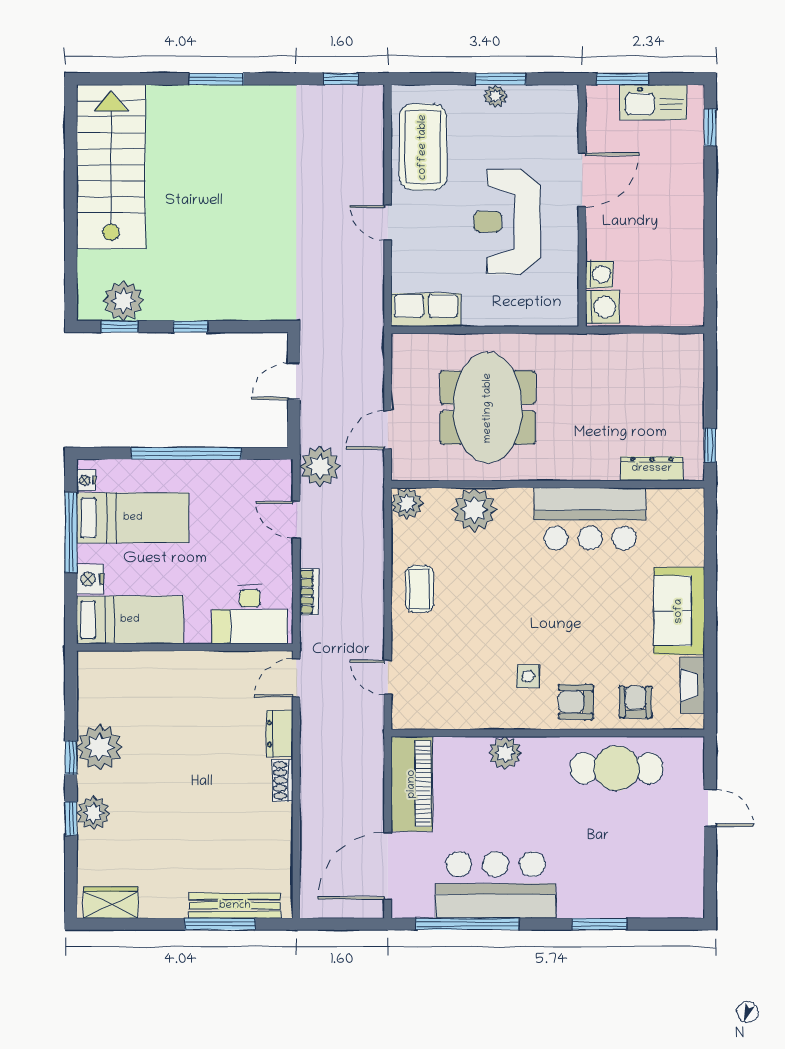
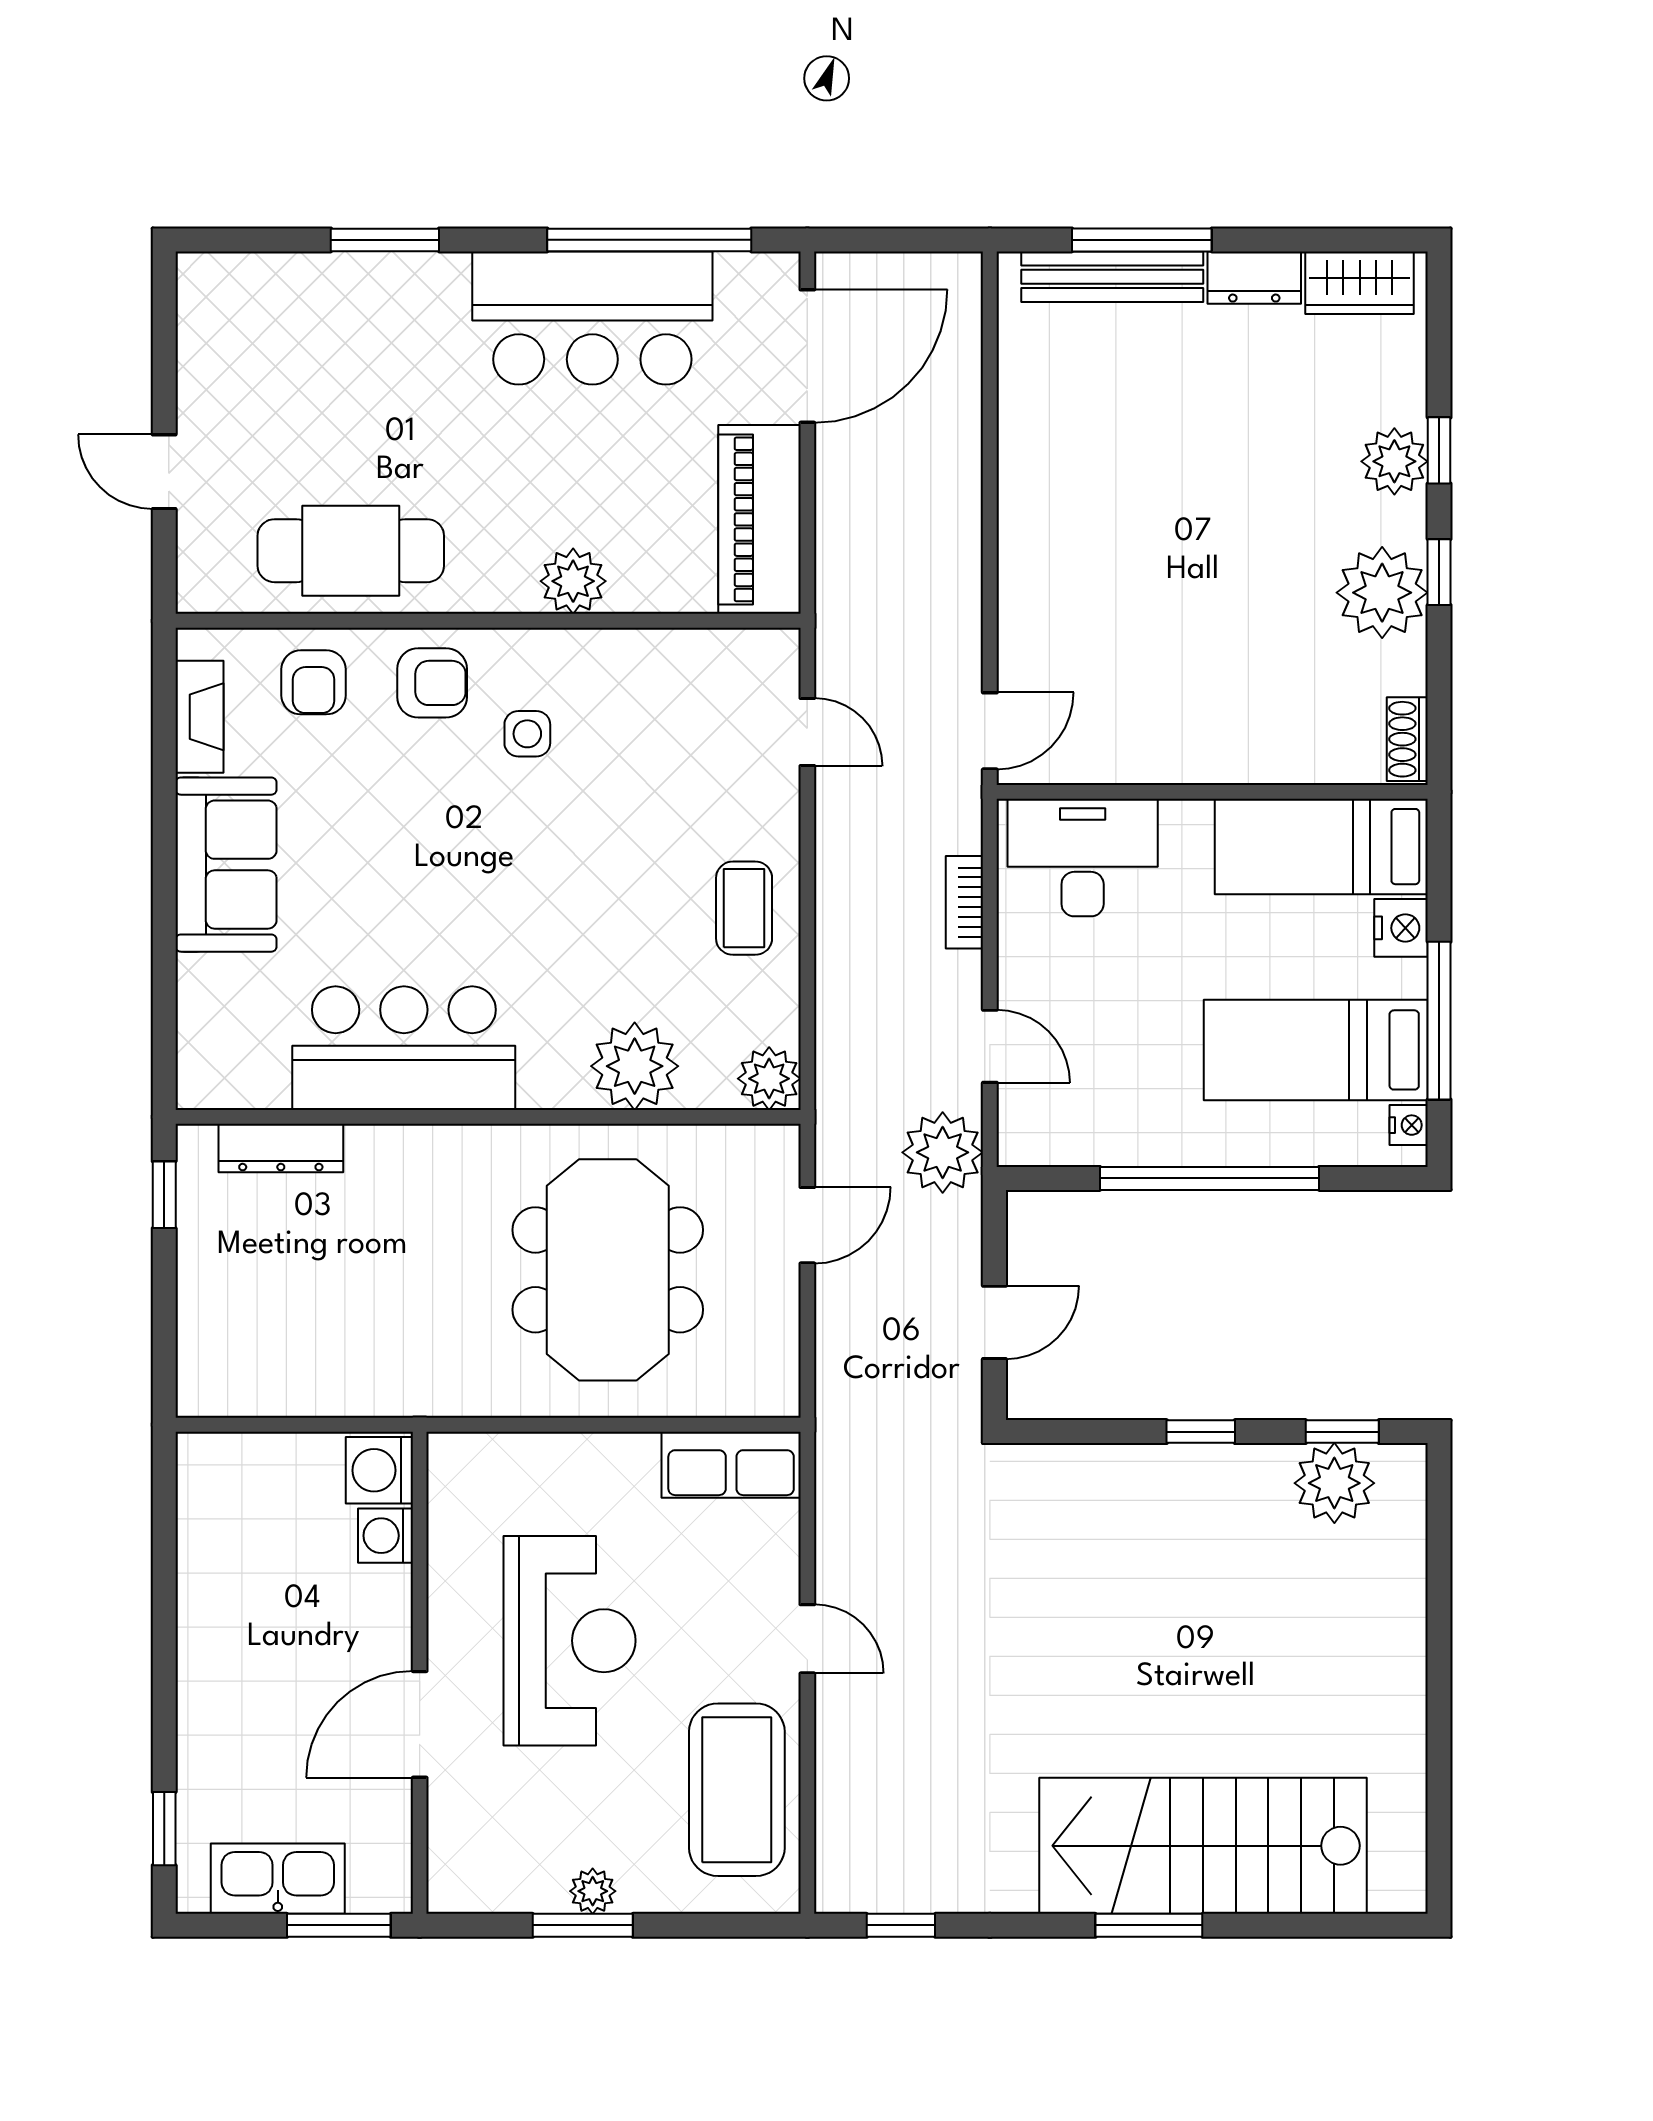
stairs: (111, 167) -> (1203, 1846), moved, turned 90
dresser: (280, 734) -> (1254, 278), moved, turned 90
shoe rack: (283, 780) -> (1407, 739), moved, turned 180

